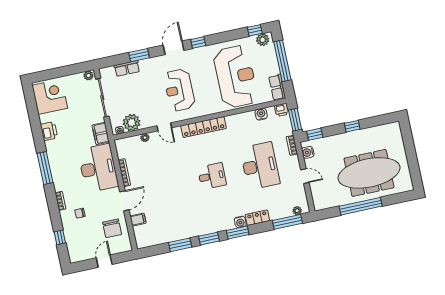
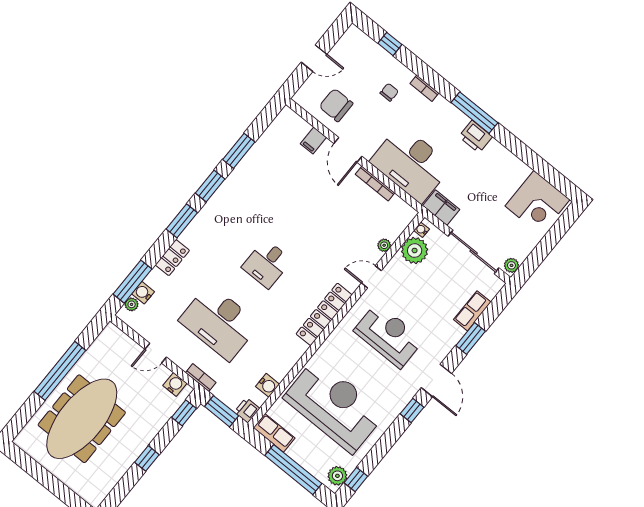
reception desk: (236, 77) -> (334, 406), turned 180
printer: (49, 131) -> (476, 137), moved
water cooler: (240, 222) -> (143, 293), moved
door: (104, 261) -> (314, 58), hinge flipped

